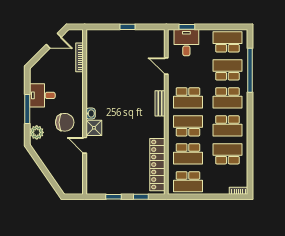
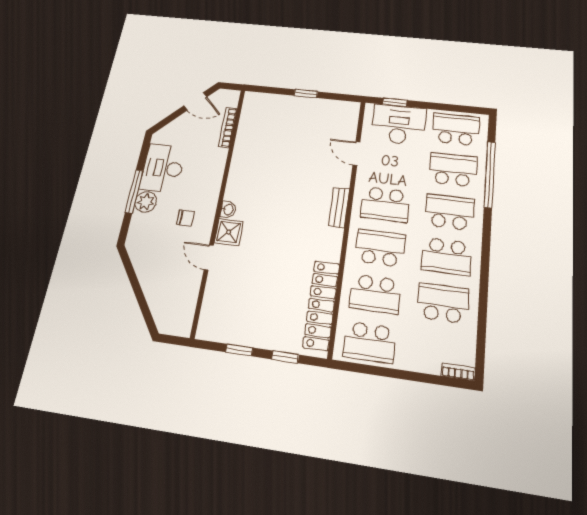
desk: (186, 43) -> (399, 125), width x1.37
desk: (42, 95) -> (163, 168), width x1.37
school desk: (227, 98) -> (450, 212), turned 180
chair: (65, 122) -> (186, 218), width x0.54, depth x0.54
plant: (37, 132) -> (146, 202), moved

